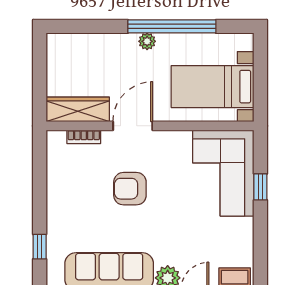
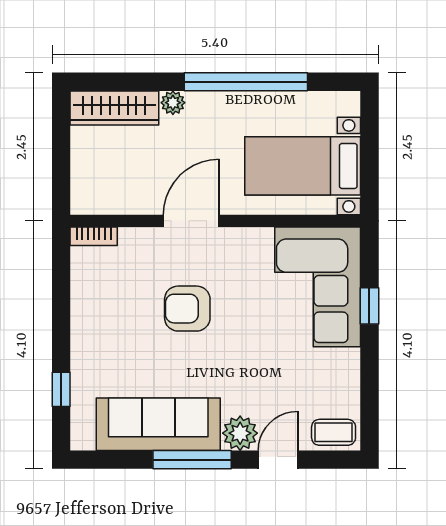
plant: (147, 41) -> (173, 103), moved
wardrobe: (78, 109) -> (114, 108), moved, turned 180
bookcase: (84, 137) -> (94, 236), moved

